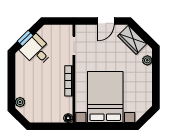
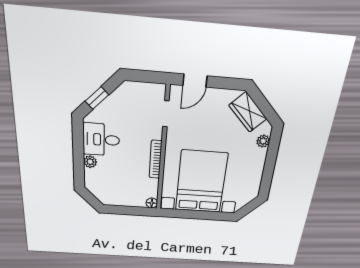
door: (106, 21) -> (195, 81), moved
desk: (37, 51) -> (101, 140), moved, turned -45
plant: (20, 102) -> (90, 162), moved

